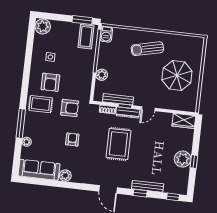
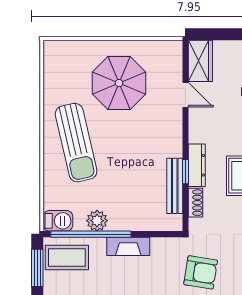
sun lounger: (147, 49) -> (76, 143), width x1.36, depth x1.34
fireplace: (88, 70) -> (128, 246), added
plant: (102, 75) -> (97, 221), moved
armchair: (70, 108) -> (201, 272), turned 99
door: (148, 109) -> (186, 95), moved

